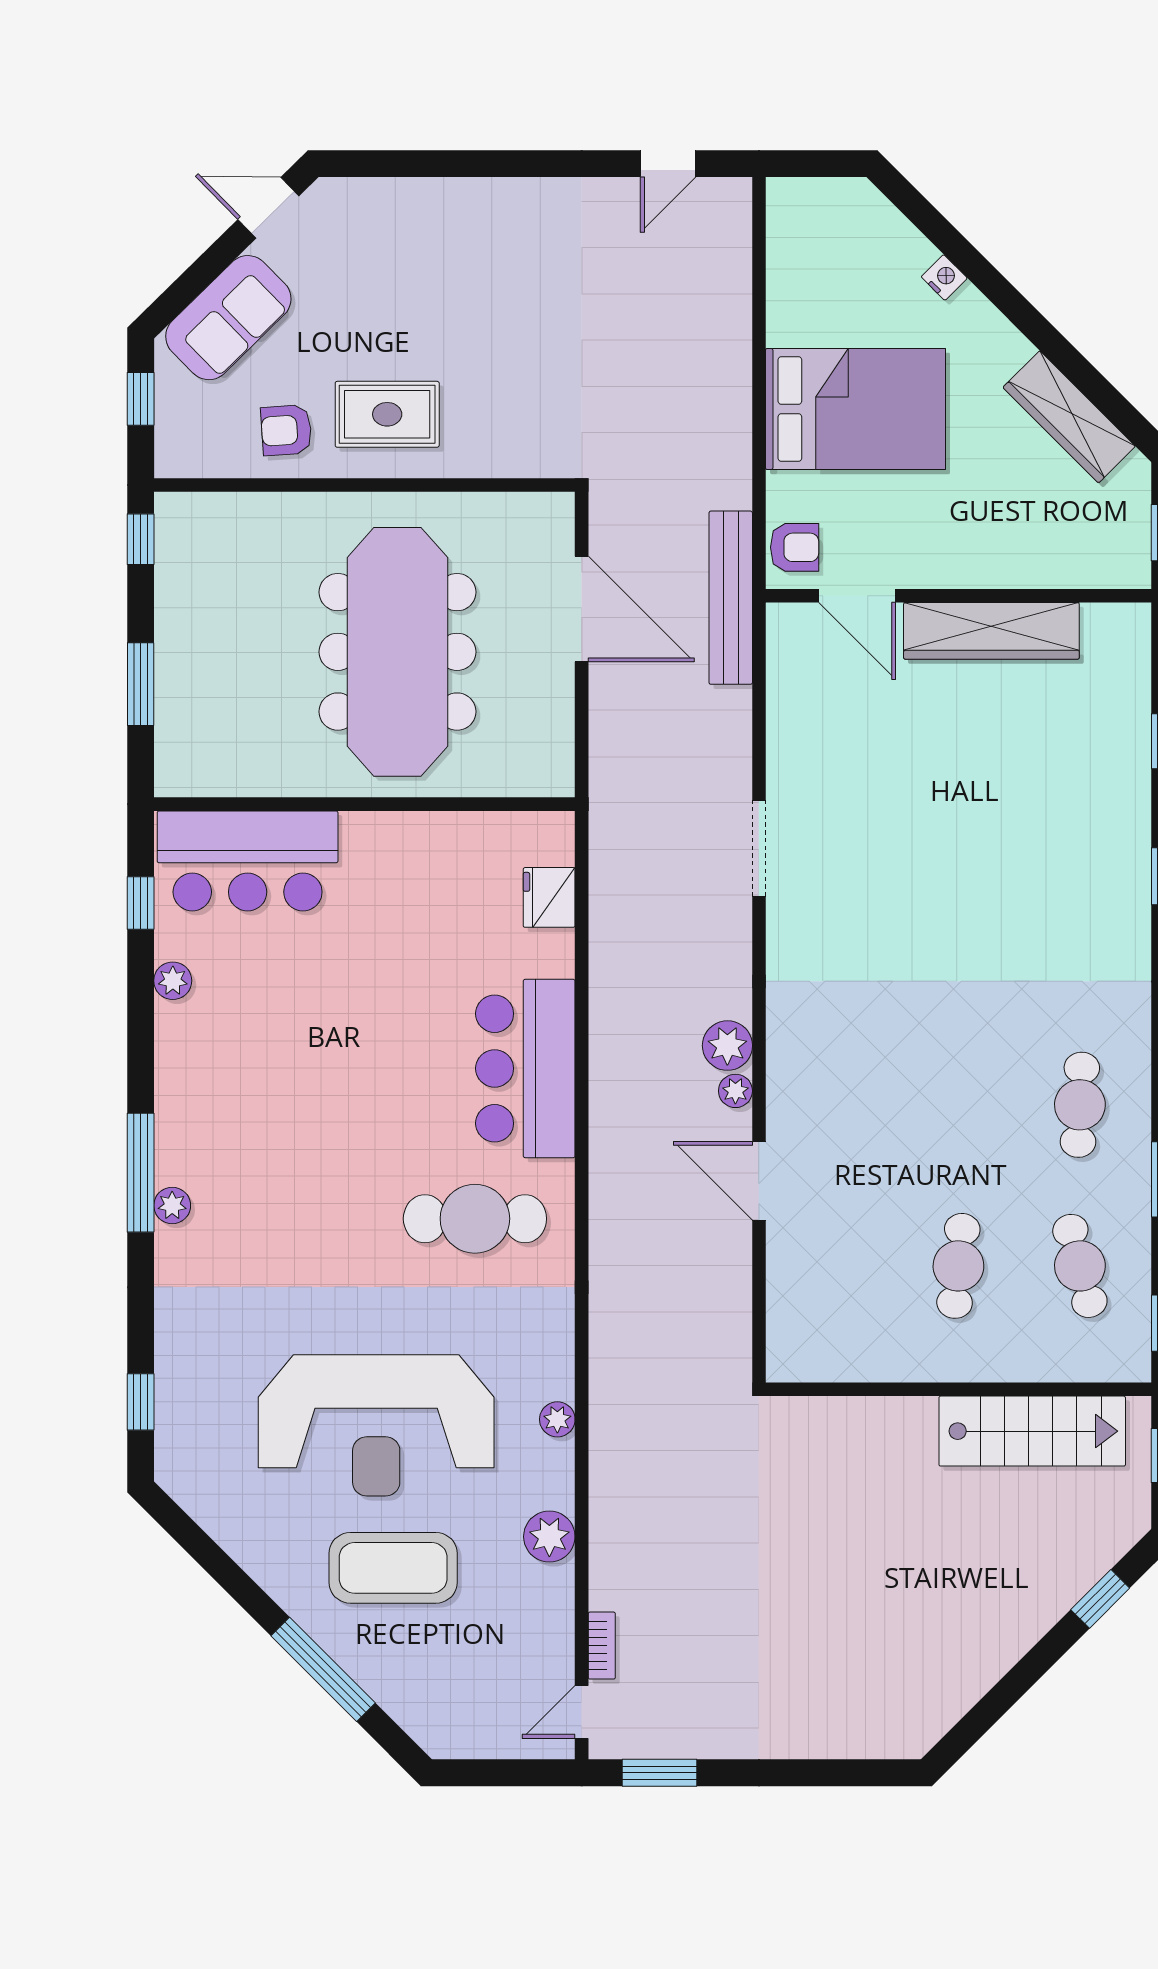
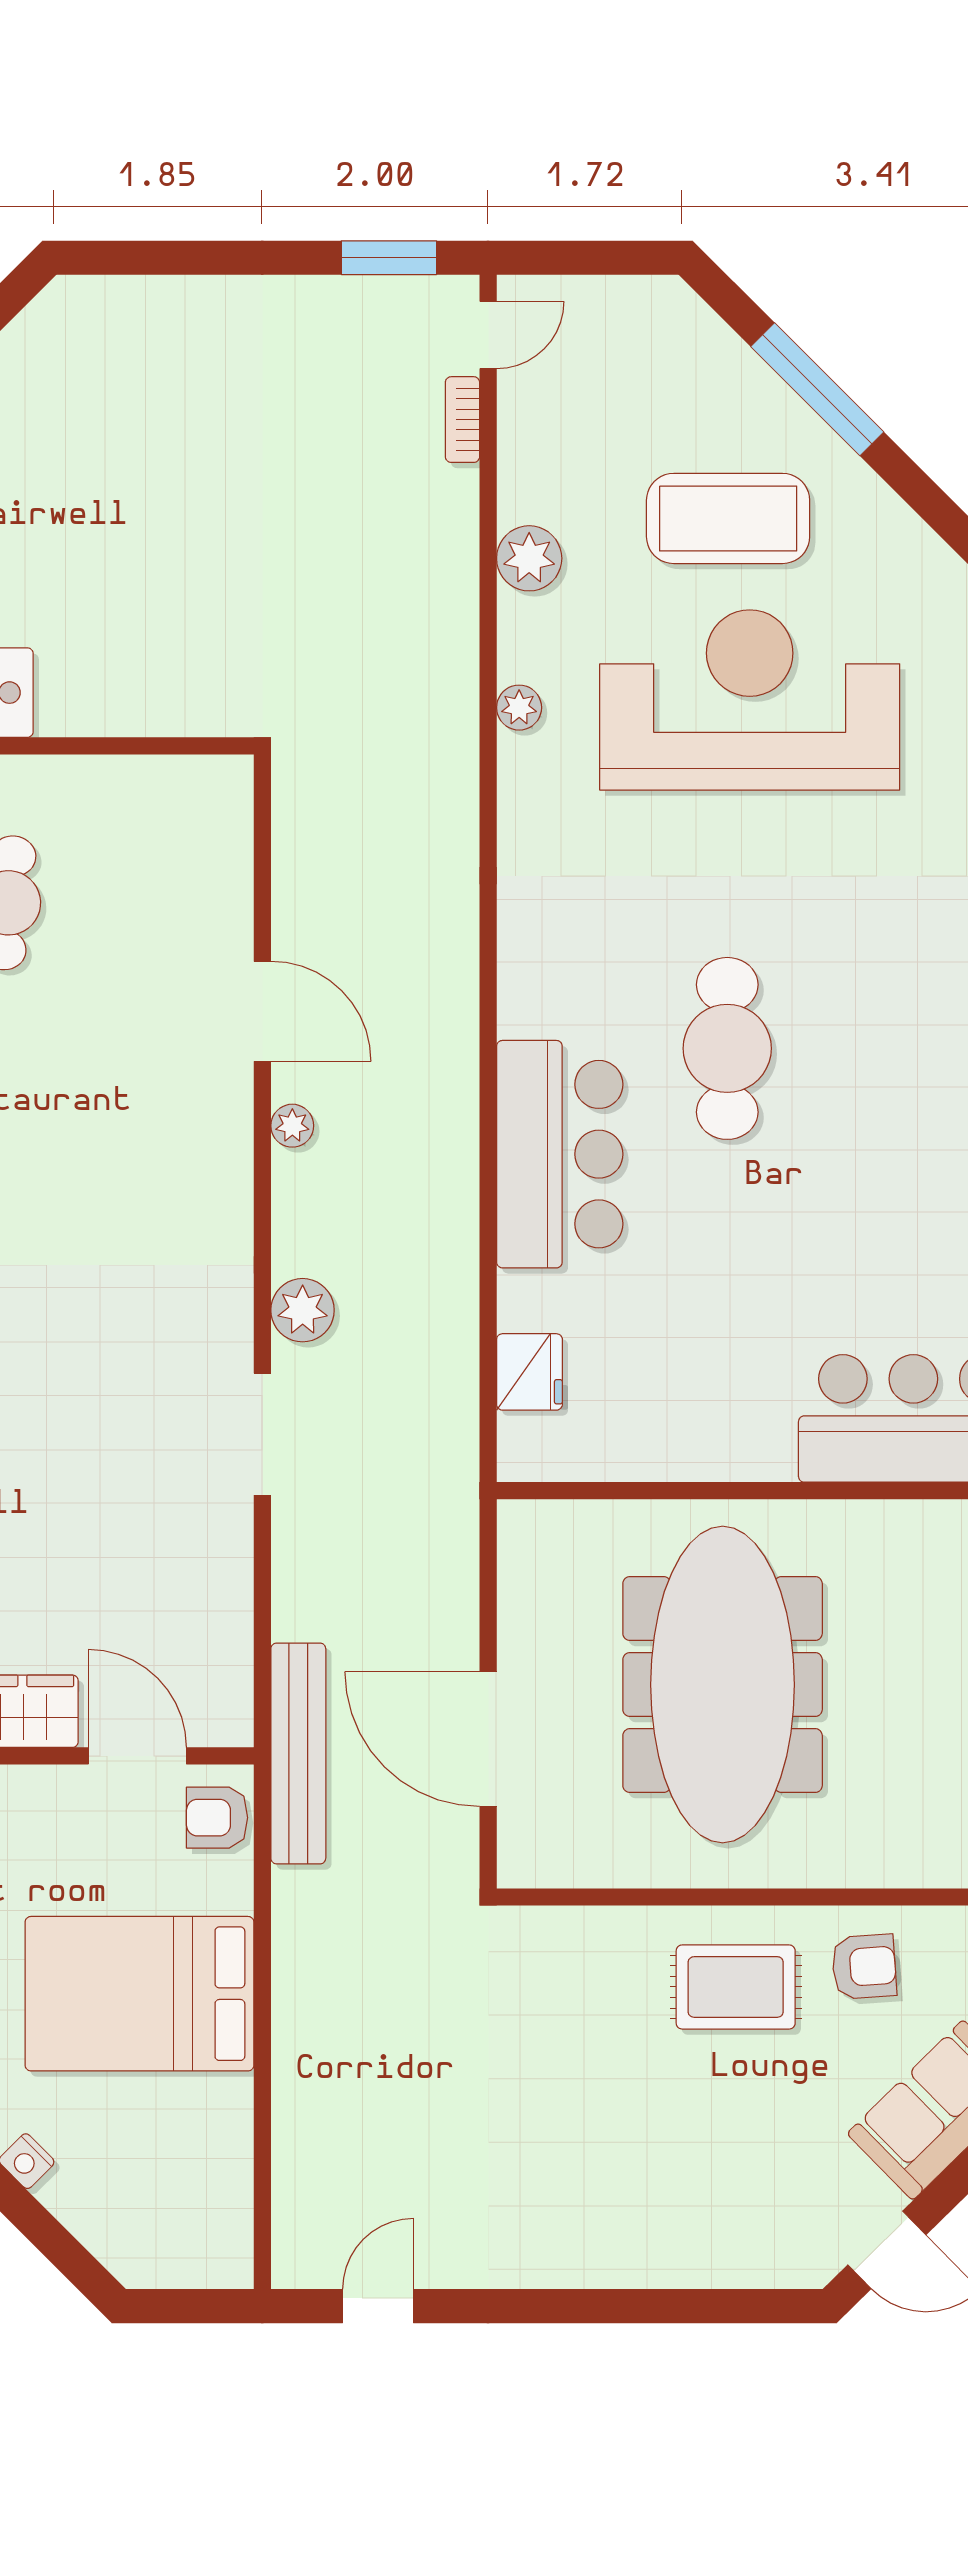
plant: (727, 1046) -> (303, 1310), moved
cafe table: (475, 1219) -> (727, 1048), moved, turned 90

